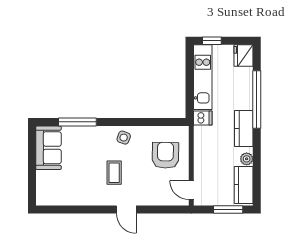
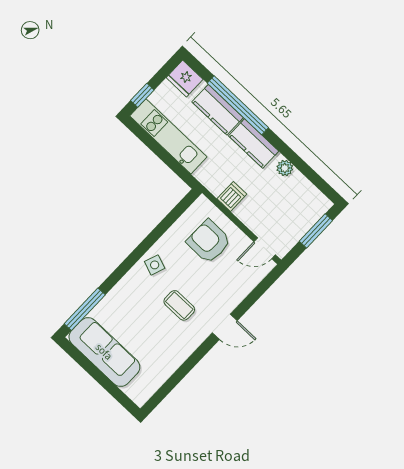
dishwasher: (203, 118) -> (232, 196), moved
window: (77, 122) -> (85, 309), moved
sofa: (48, 148) -> (104, 352), width x1.36
kitchen counter: (244, 185) -> (218, 110), moved

